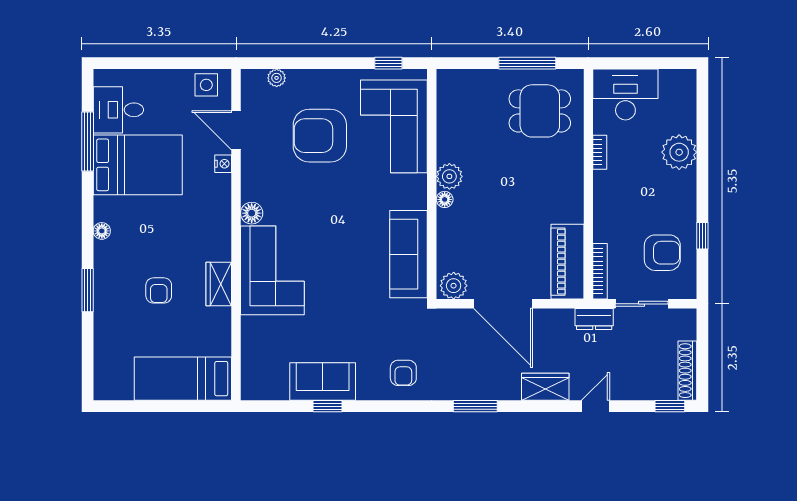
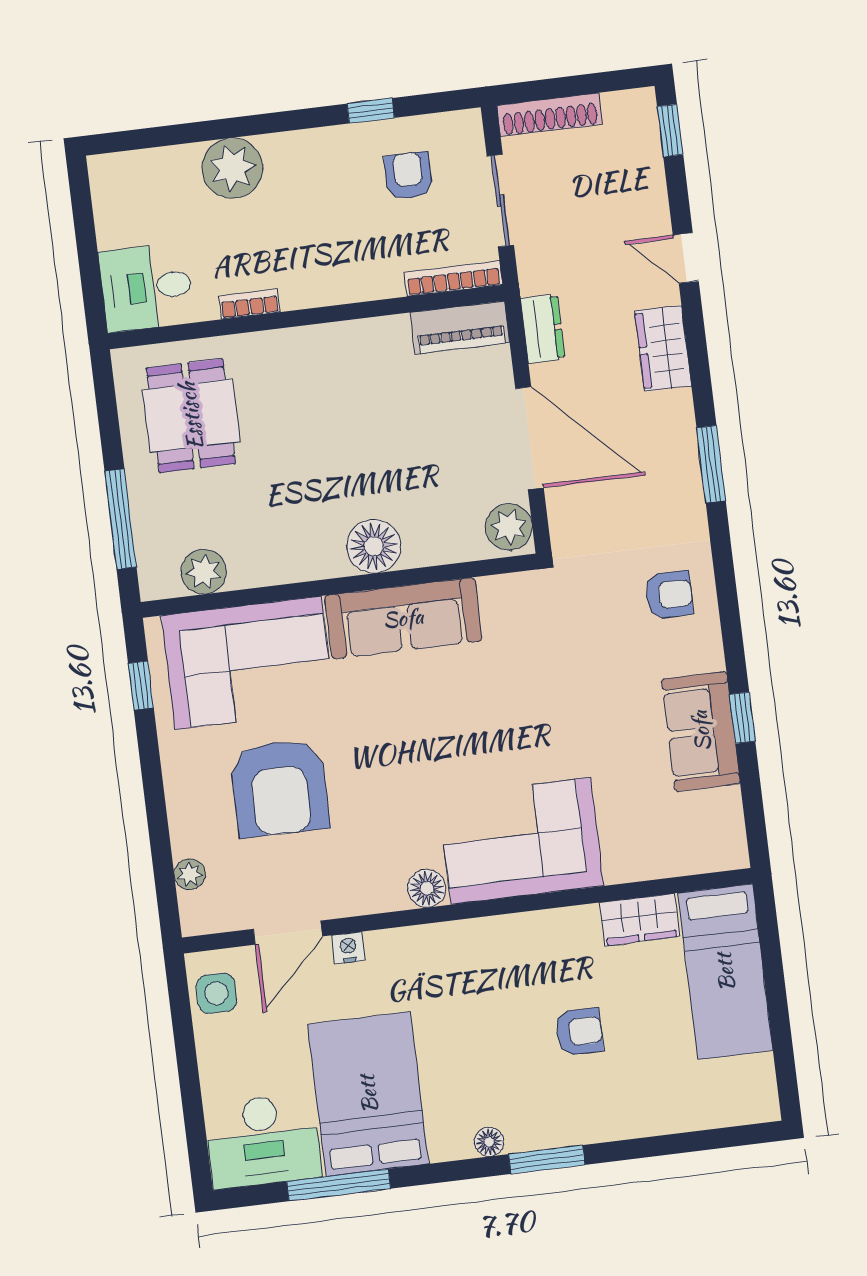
window: (527, 63) -> (120, 519), moved
desk: (625, 94) -> (146, 287), width x0.73
desk: (118, 110) -> (263, 1141), width x1.37
plant: (449, 176) -> (204, 572), moved
floor lamp: (445, 199) -> (374, 546), width x1.89, depth x1.89
armchair: (662, 253) -> (408, 176), width x0.72, depth x0.72
sofa: (409, 254) -> (403, 618), moved
piano: (567, 262) -> (460, 328), width x0.73, depth x0.75
wardrobe: (219, 284) -> (640, 920), moved
window: (88, 290) -> (547, 1159), moved
door: (503, 304) -> (529, 438), hinge flipped
dresser: (594, 319) -> (543, 329), moved
shoe rack: (687, 371) -> (550, 115), moved

